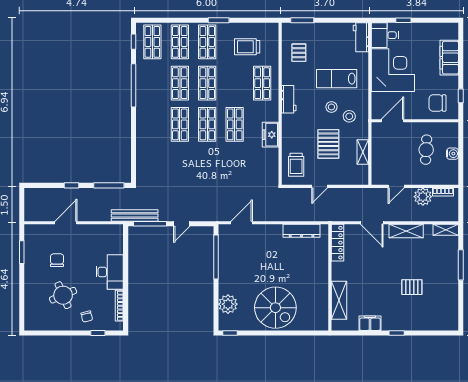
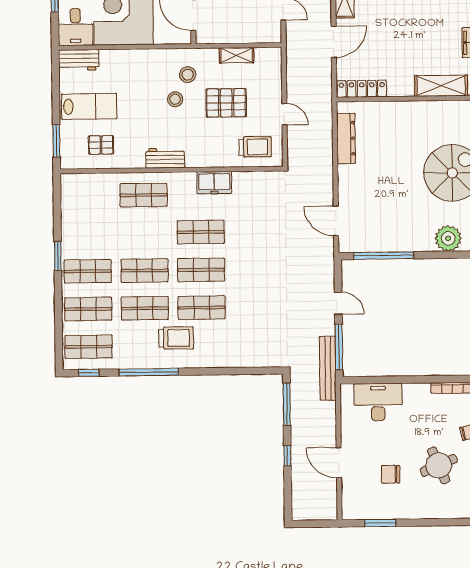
trolley: (247, 47) -> (176, 338), moved, turned -90
lab bench: (337, 79) -> (89, 106), moved, turned -90
desk: (110, 272) -> (378, 402), moved

